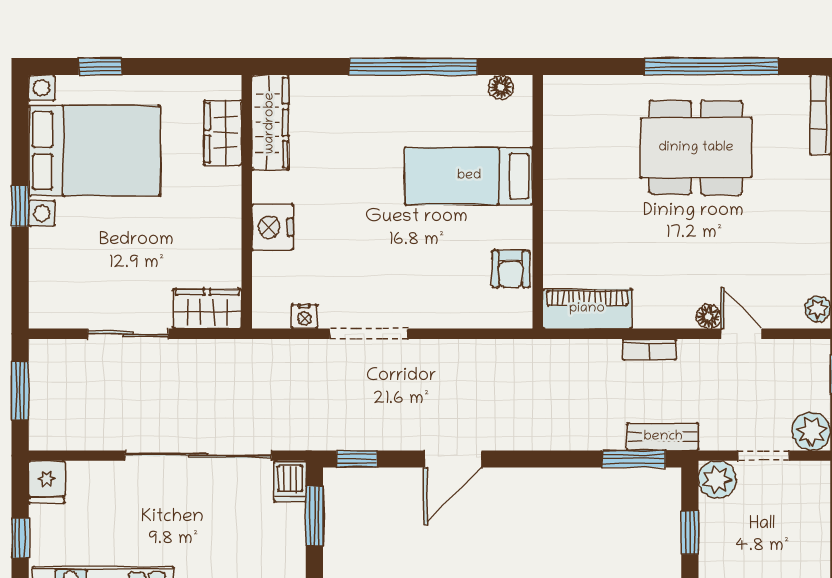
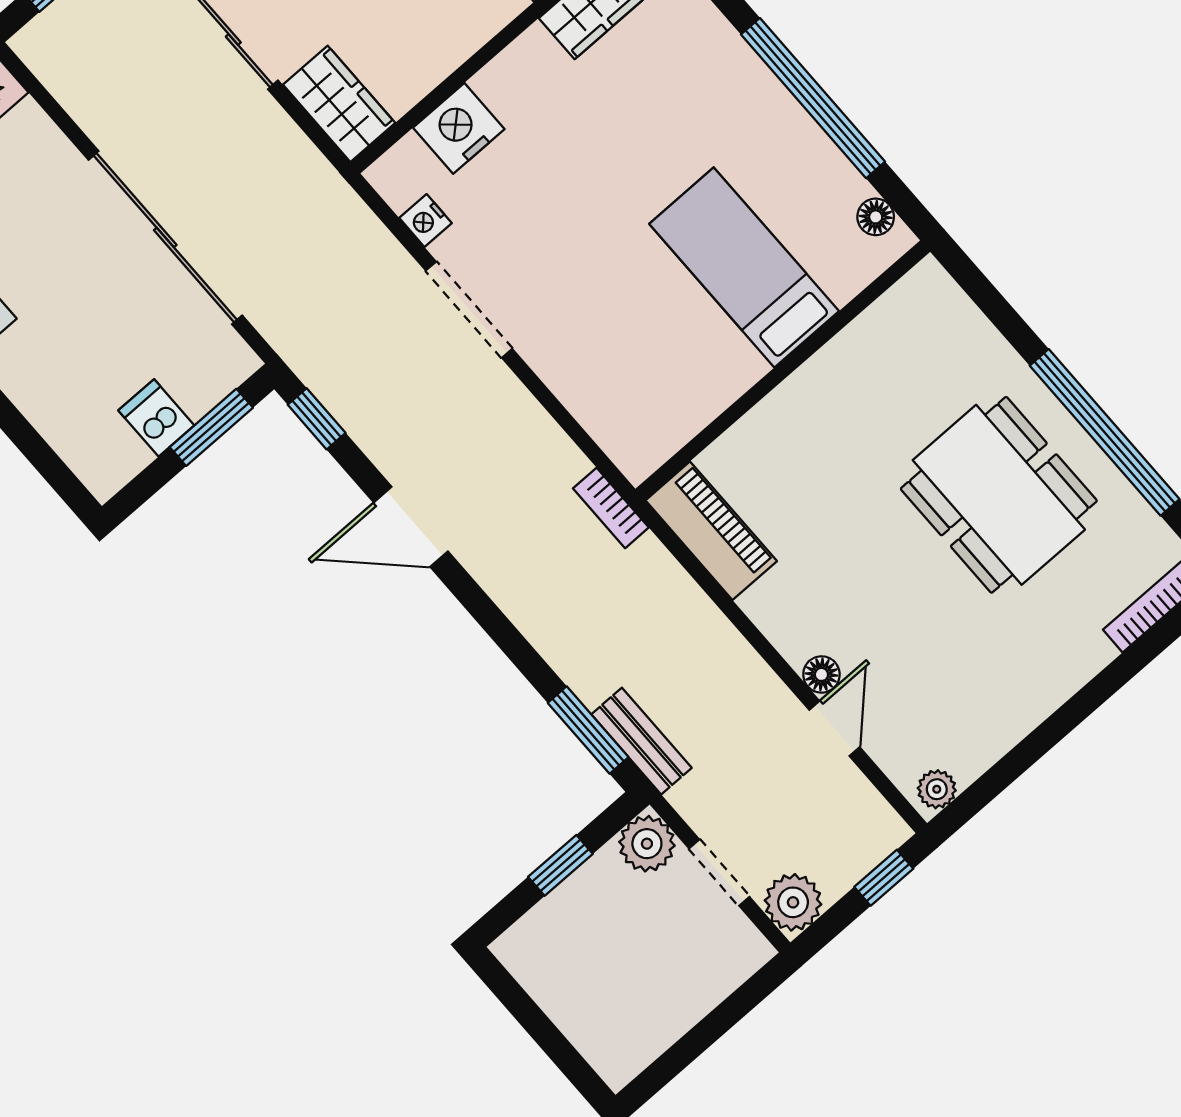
nightstand: (272, 227) -> (459, 128), moved
armchair: (511, 269) -> (681, 406), removed
bookcase: (649, 350) -> (611, 508), moved
dishwasher: (290, 481) -> (156, 418), moved, turned 90

